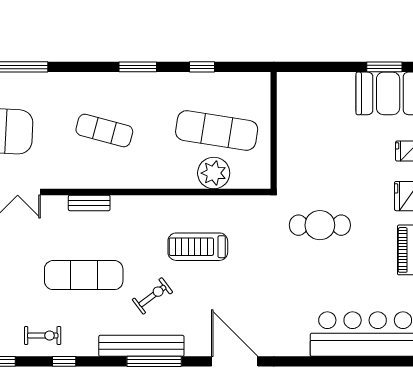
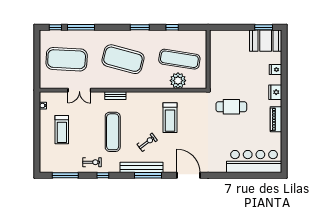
exercise mat: (104, 130) -> (123, 59), width x2.00, depth x1.45
treadmill: (198, 247) -> (170, 118), turned -90
exercise mat: (84, 275) -> (113, 132), turned 90

